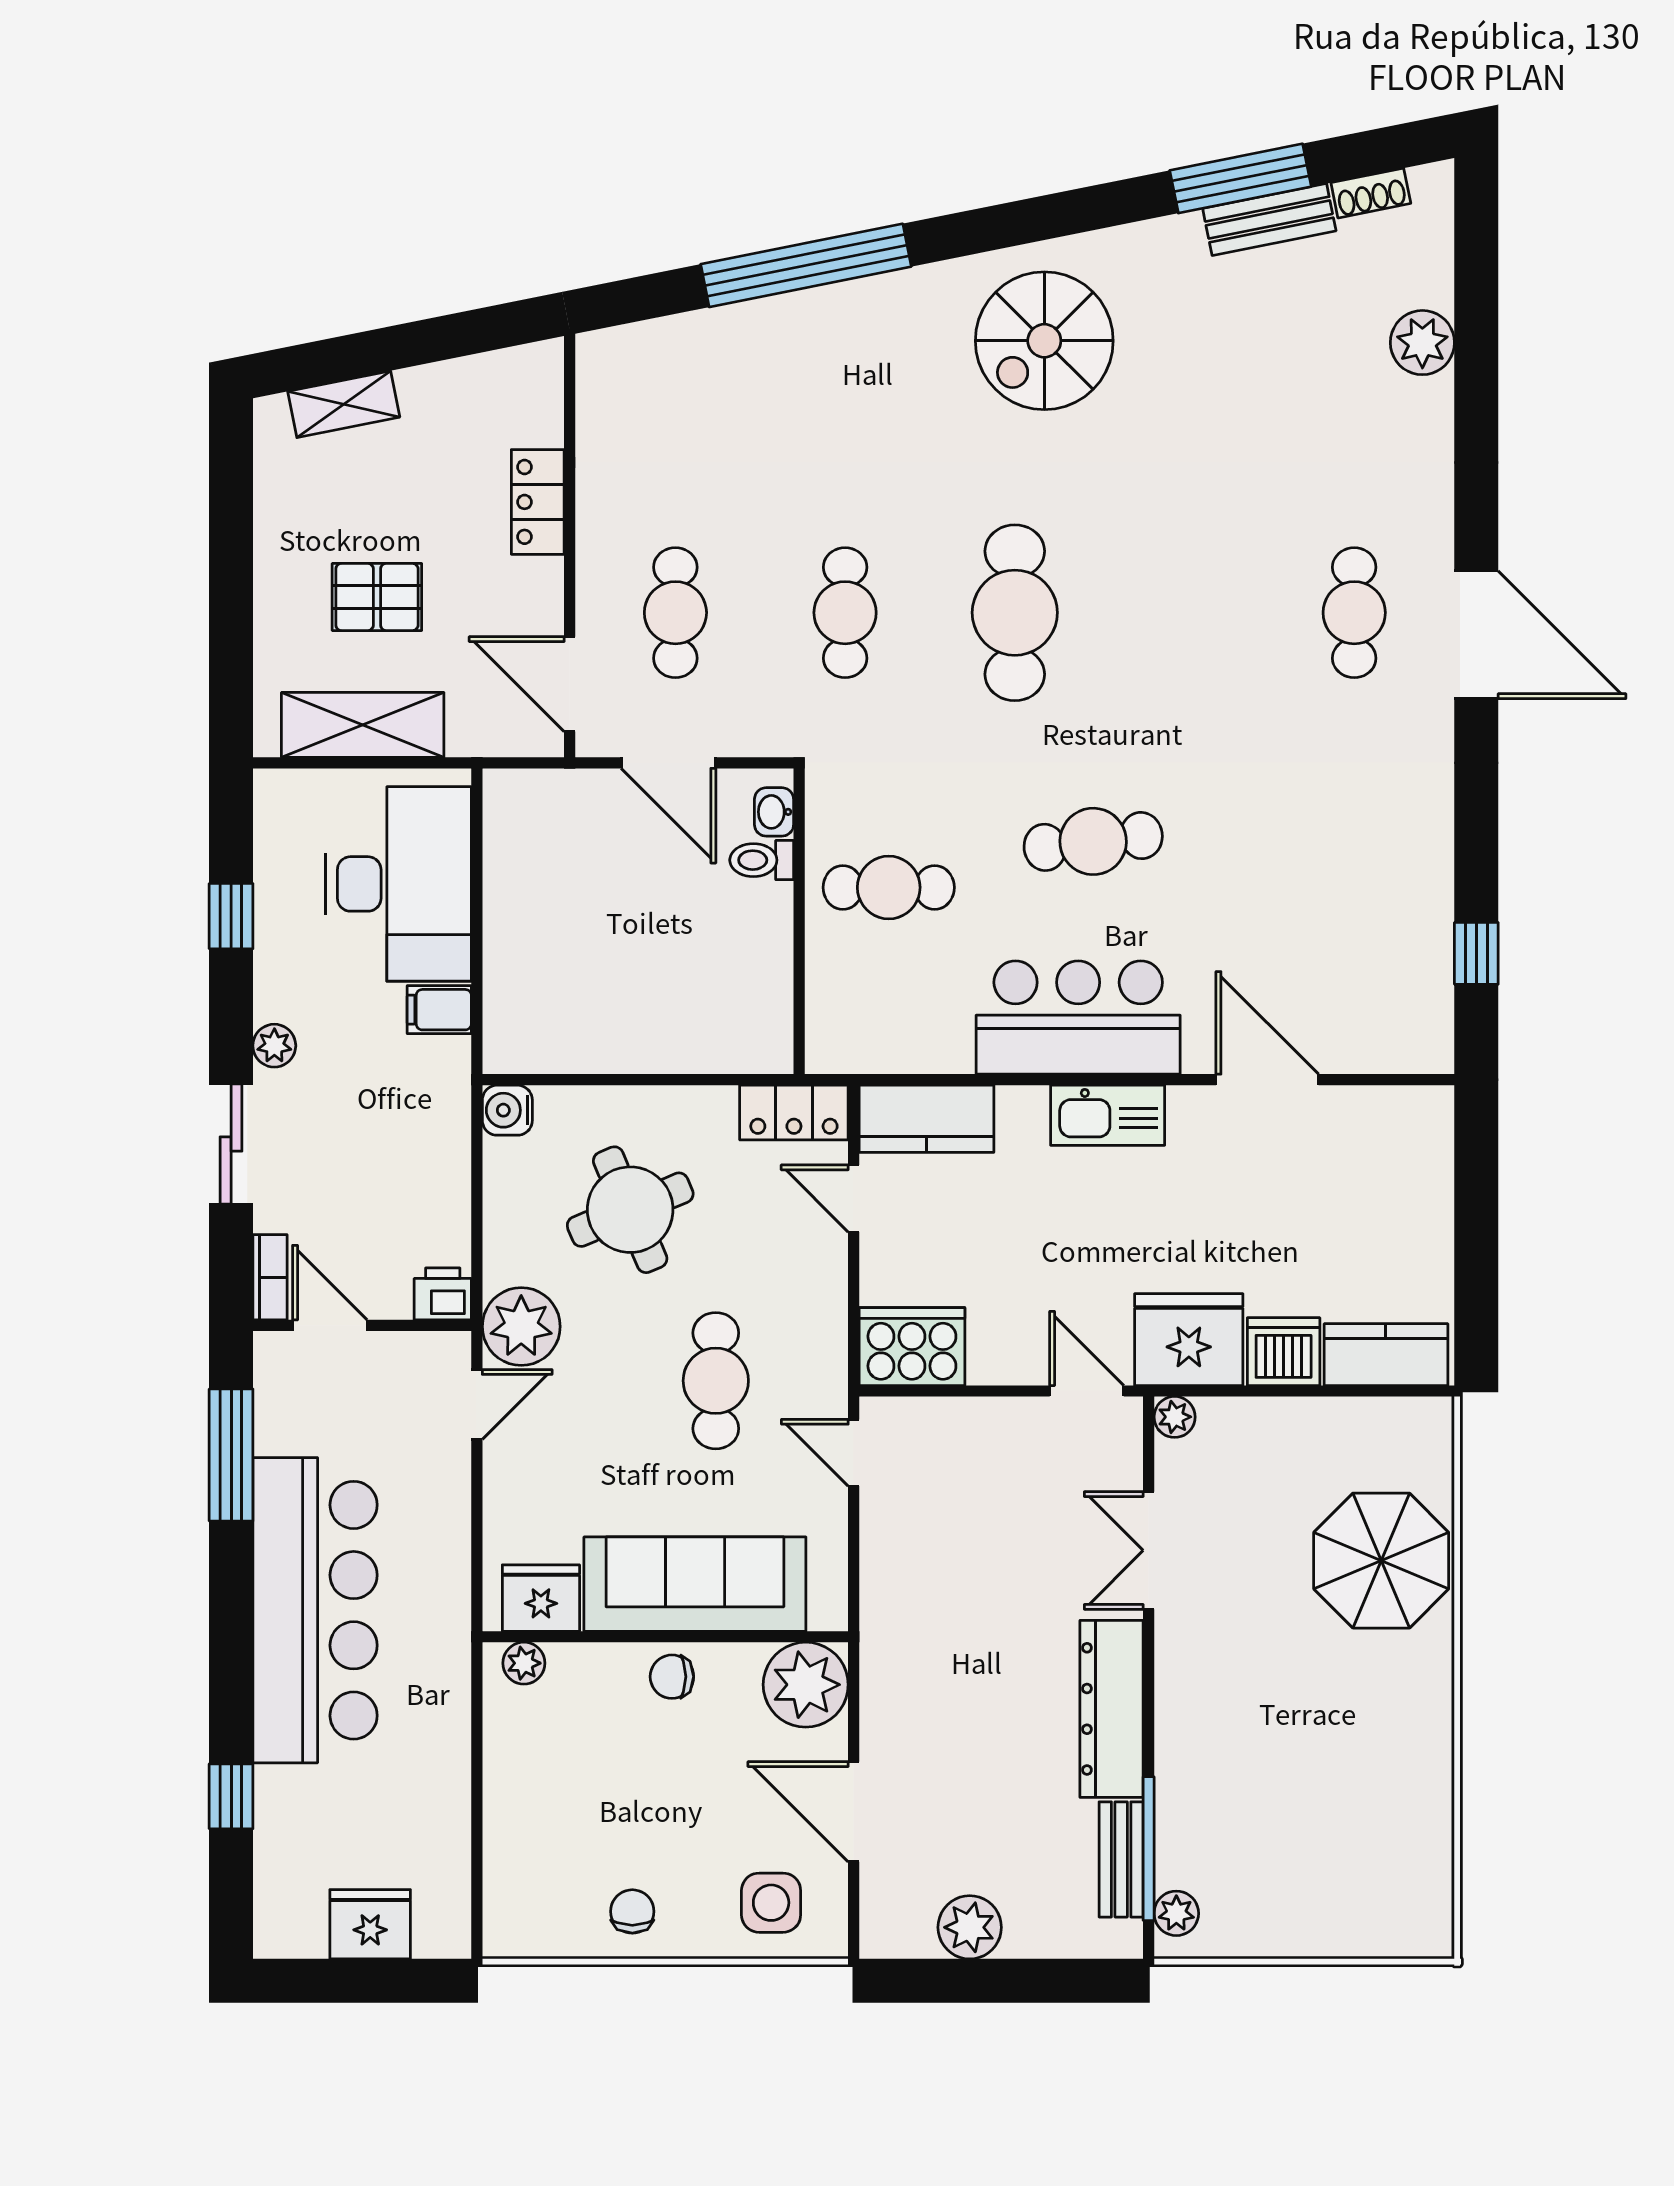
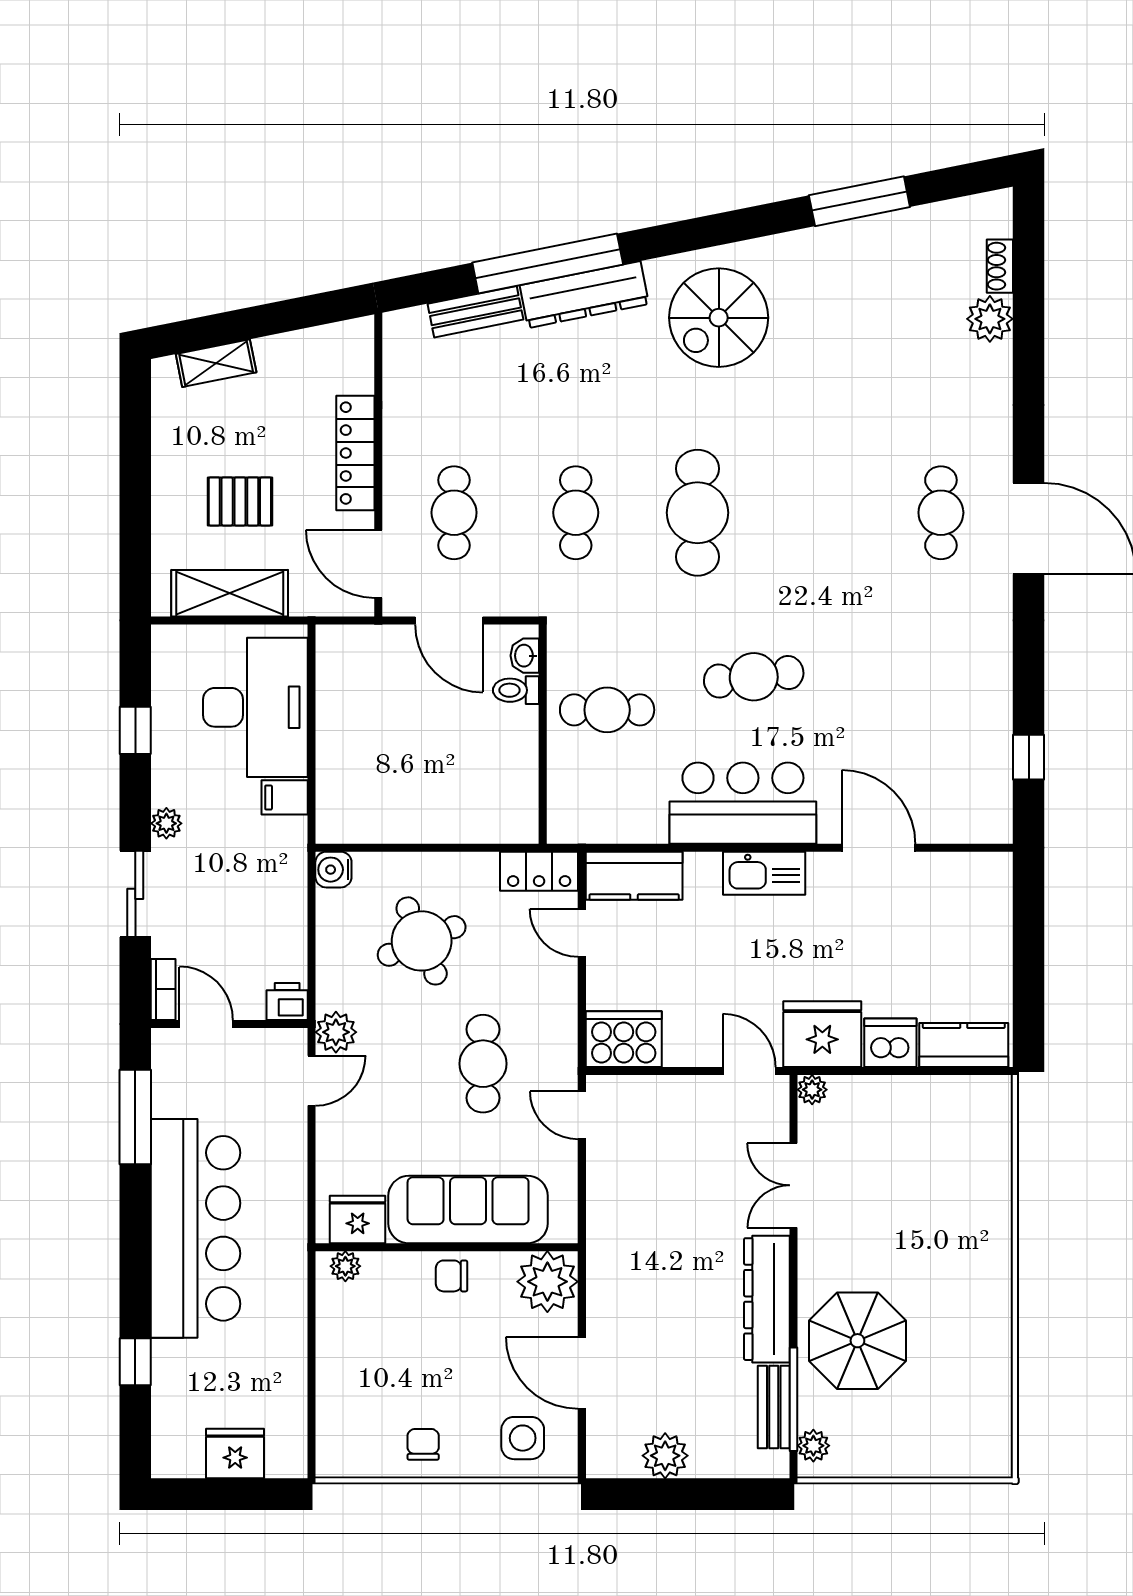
shoe rack: (1371, 193) -> (1000, 266), moved, turned 101
bench: (1269, 220) -> (475, 312), moved
dresser: (857, 309) -> (584, 295), added
locker: (538, 502) -> (355, 453), width x1.53
plant: (521, 1327) -> (336, 1032), width x0.73, depth x0.73
parasol: (1381, 1561) -> (857, 1341), moved

